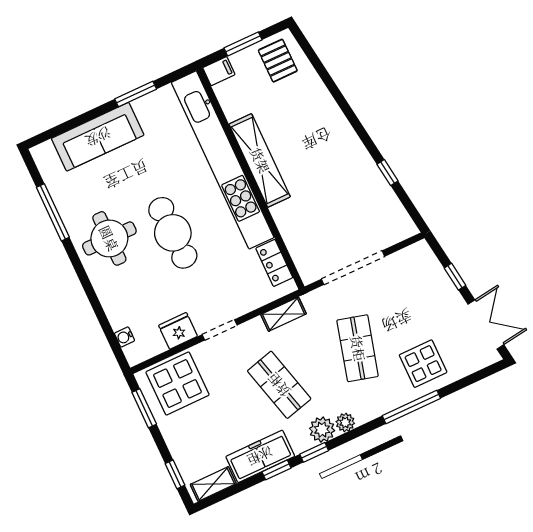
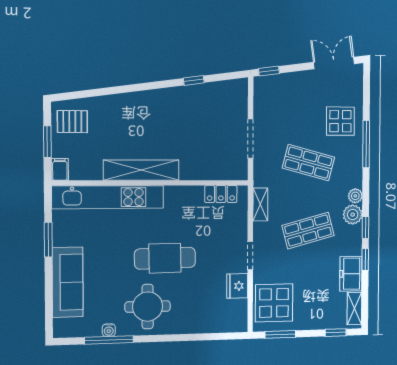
kitchen unit: (223, 160) -> (108, 197), width x0.73
doorway: (353, 268) -> (251, 139), width x0.73
window: (455, 277) -> (269, 71), moved
water cooler: (124, 337) -> (109, 330), moved
freezer: (260, 456) -> (351, 274), width x0.71

